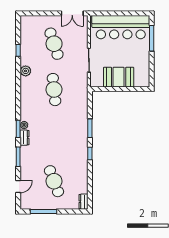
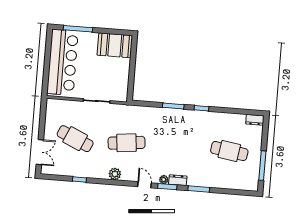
double door: (72, 13) -> (40, 152), moved
cafe table: (54, 44) -> (75, 139), turned 42
plant: (26, 71) -> (115, 174), moved
booth: (119, 77) -> (115, 45), moved, turned 90
cafe table: (54, 181) -> (229, 151), turned 30
door: (18, 187) -> (145, 185), moved

